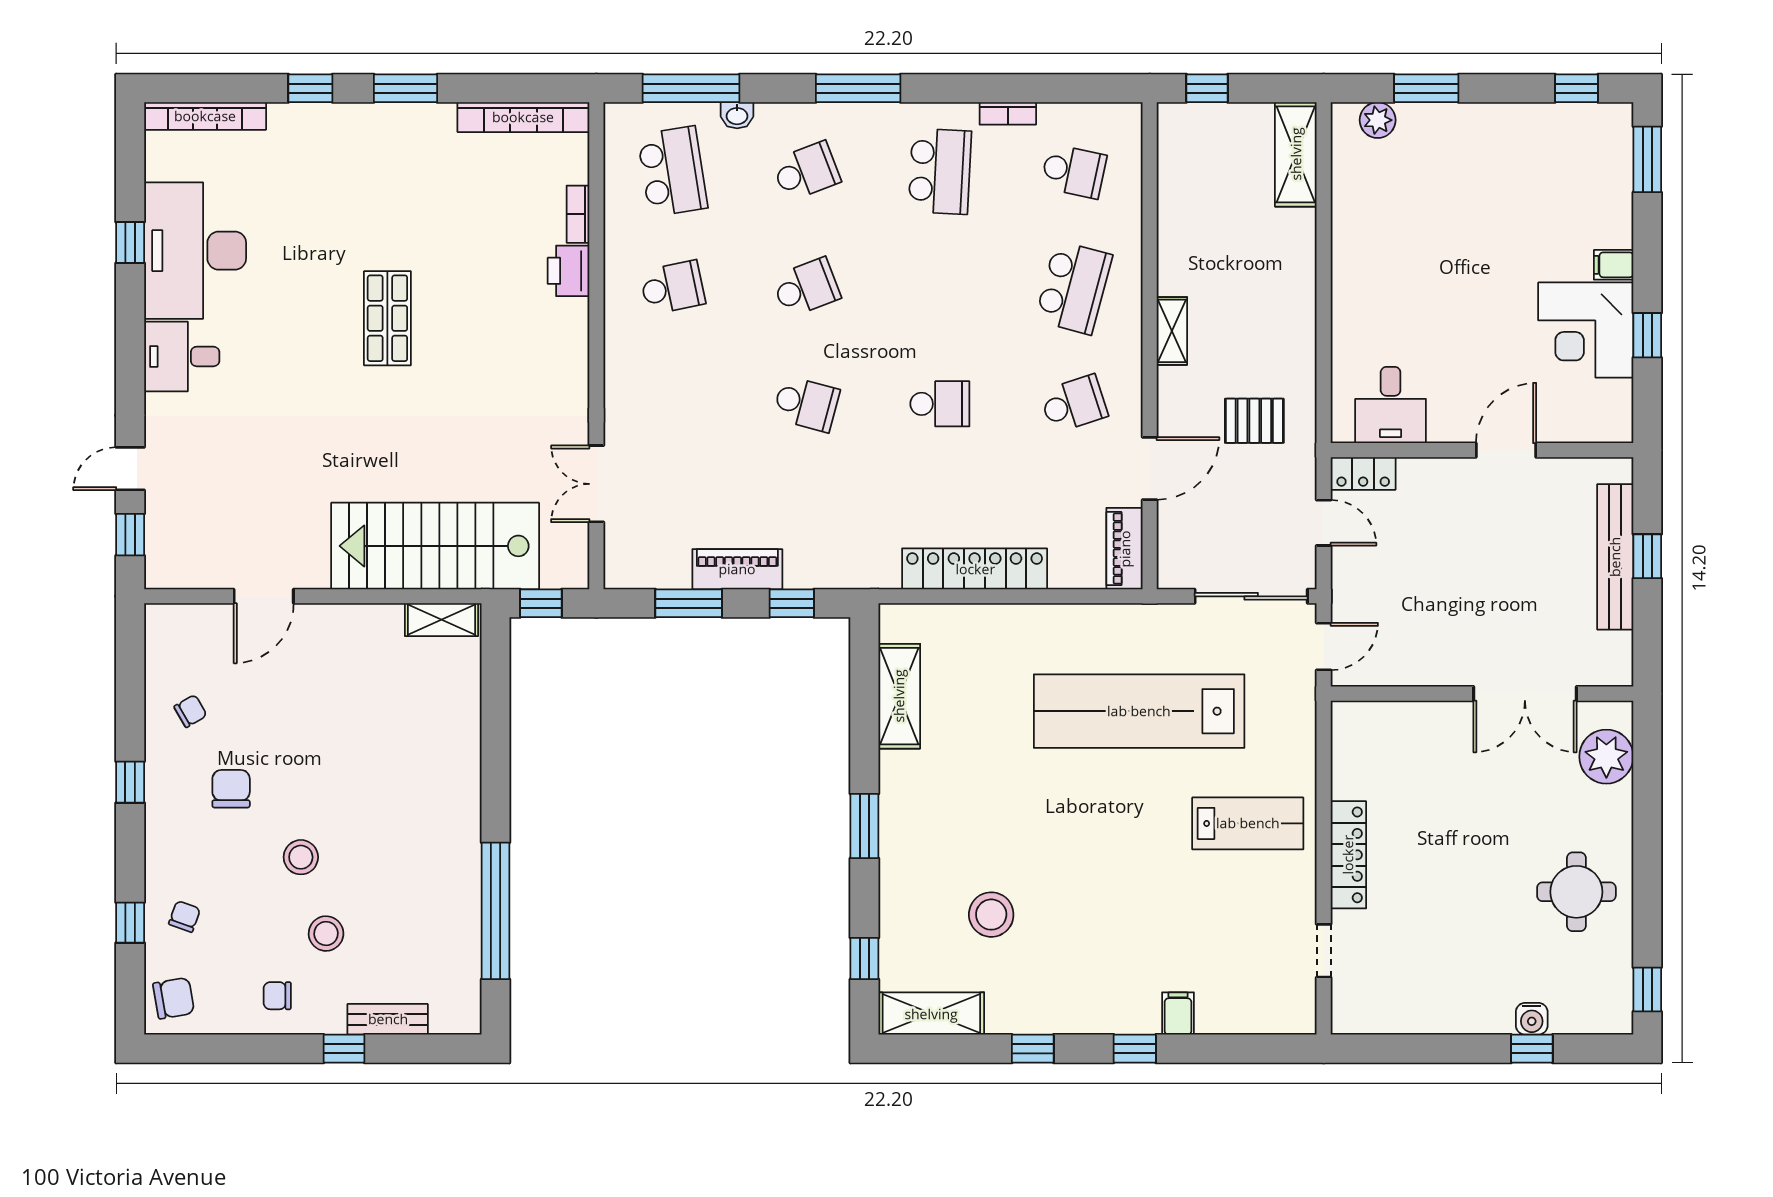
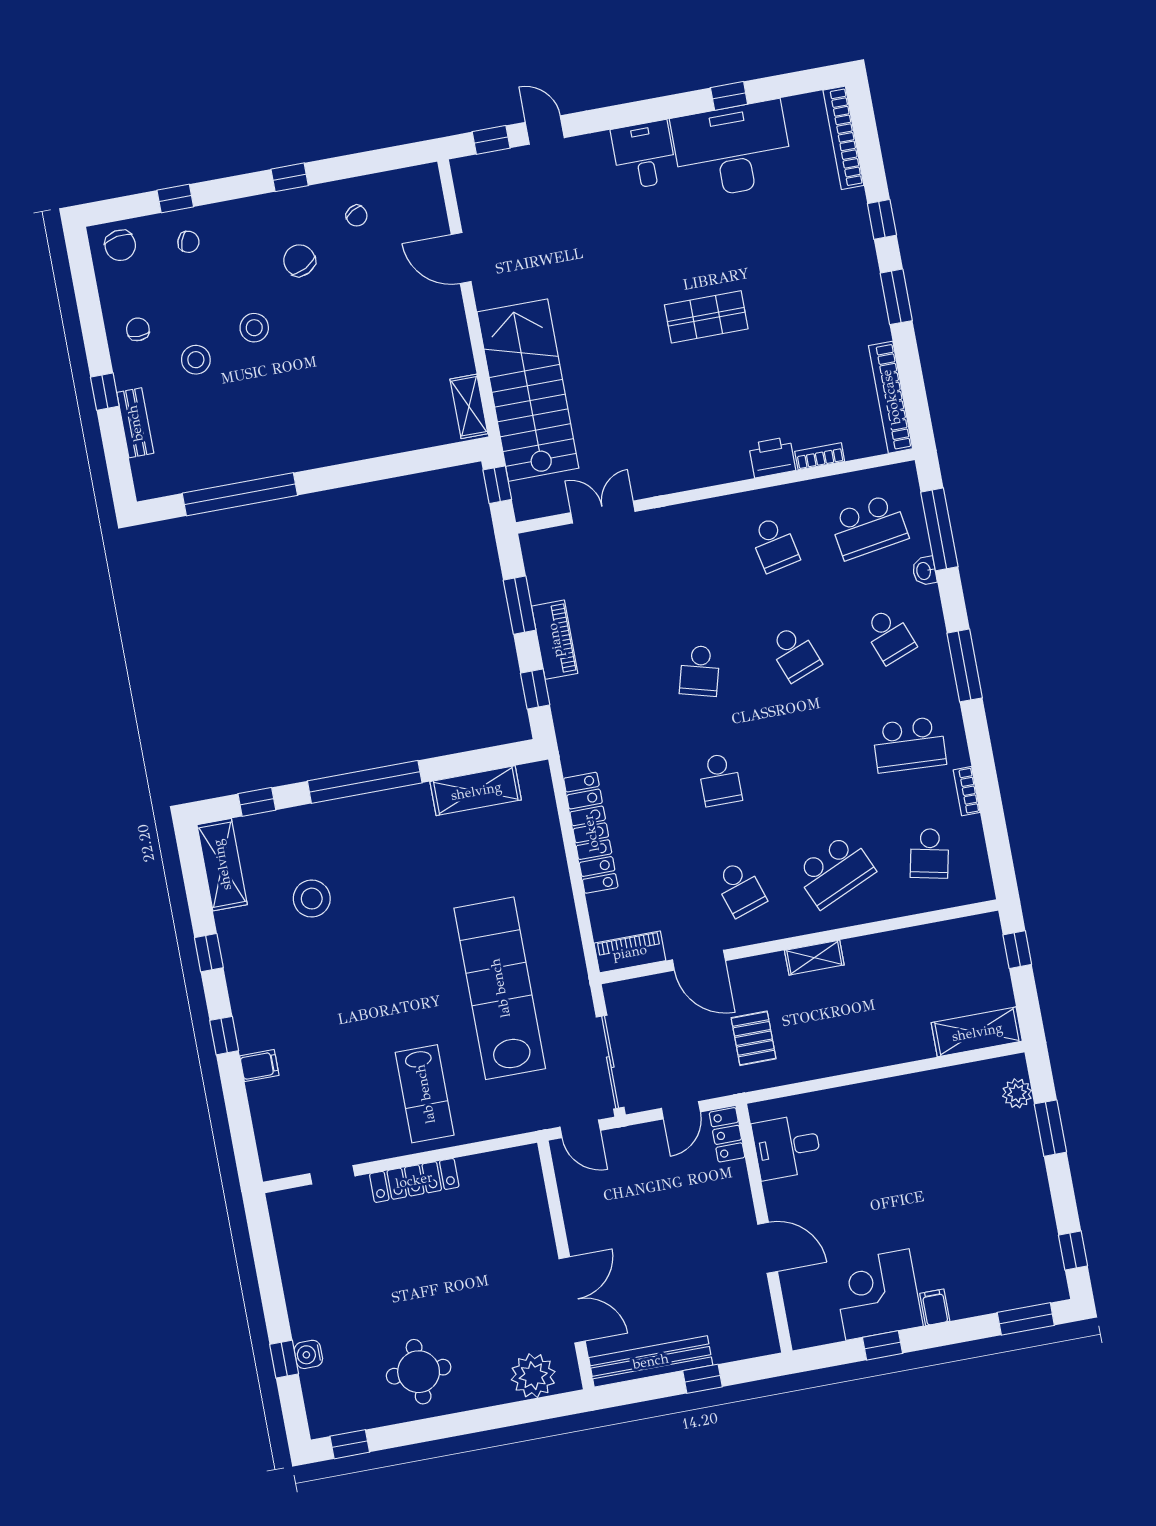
school desk: (1074, 288) -> (835, 871), turned -39
bench: (1615, 557) -> (651, 1361), moved
double door: (1525, 694) -> (572, 1300), swing flipped
chair: (231, 789) -> (299, 260), turned -118
window: (864, 826) -> (365, 782), width x2.11

